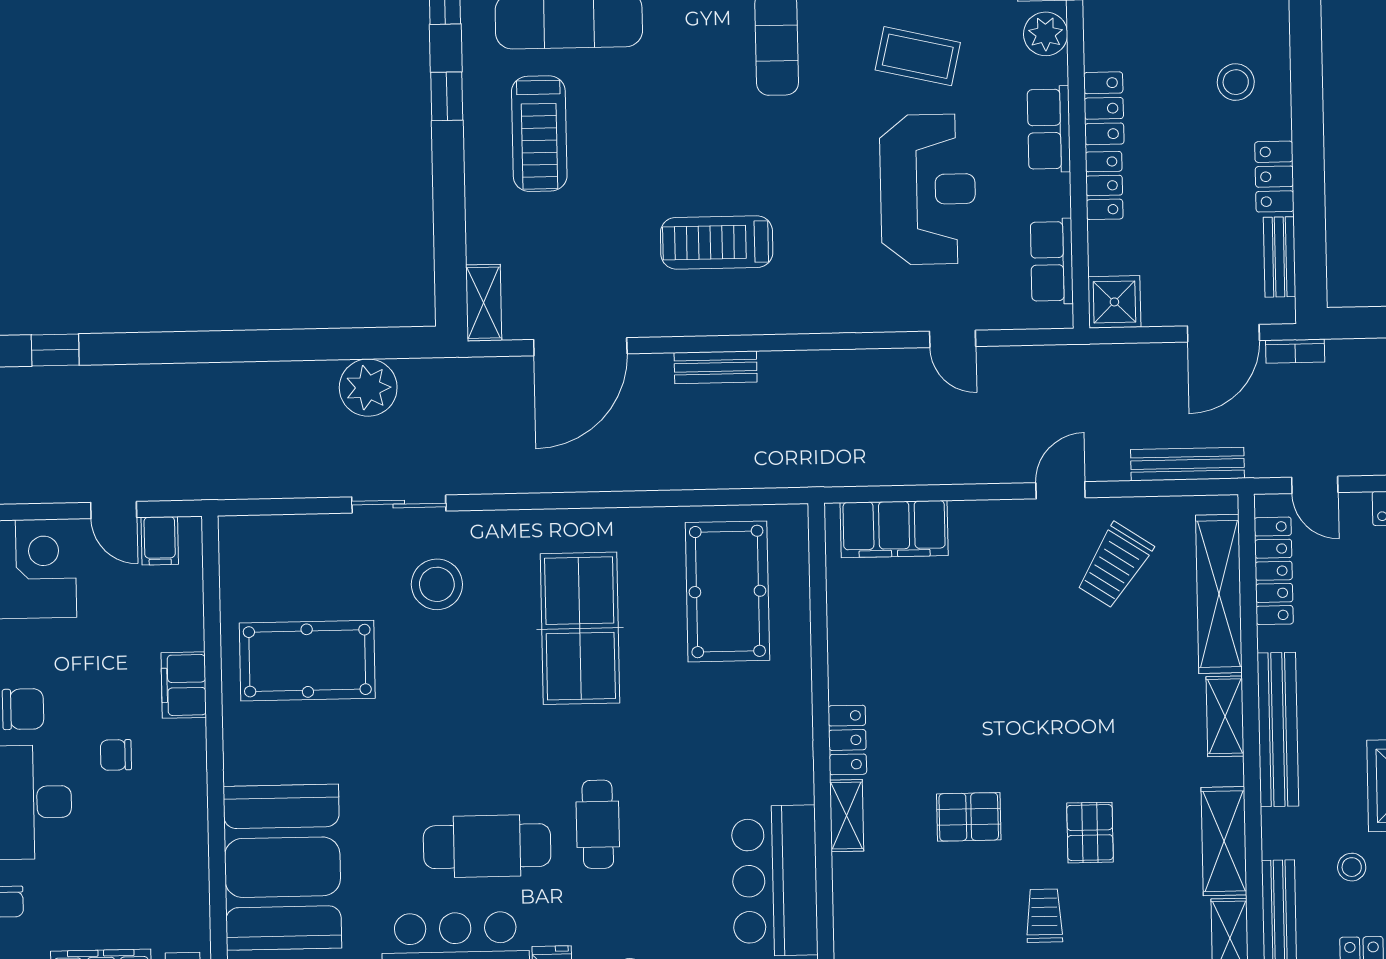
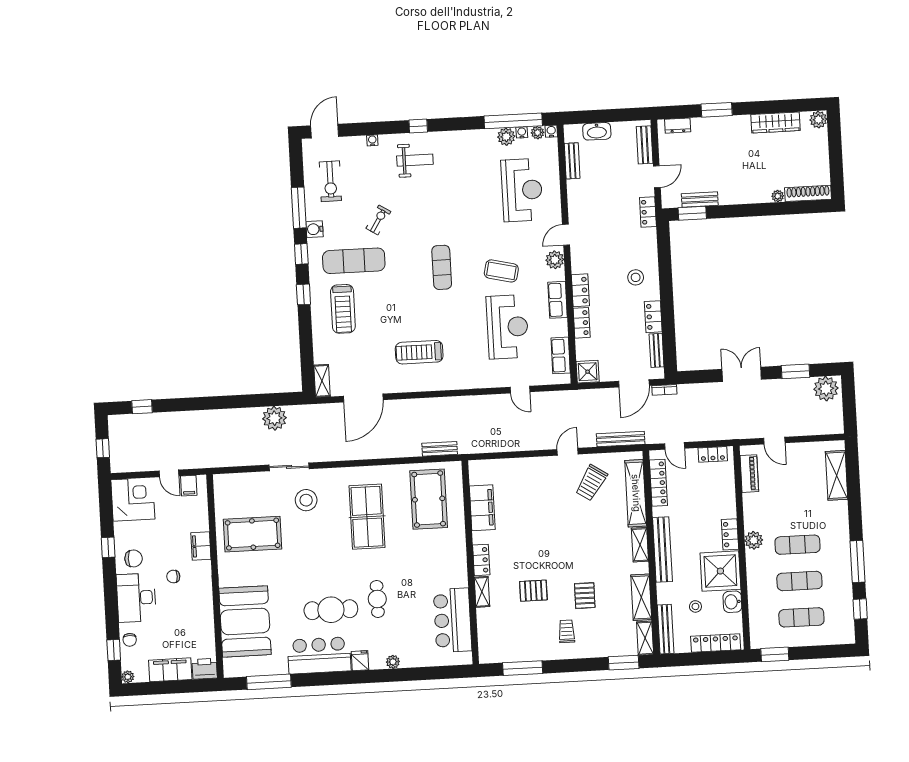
bench: (716, 367) -> (440, 449), moved
filing cabinet: (894, 529) -> (482, 508), moved, turned -90

